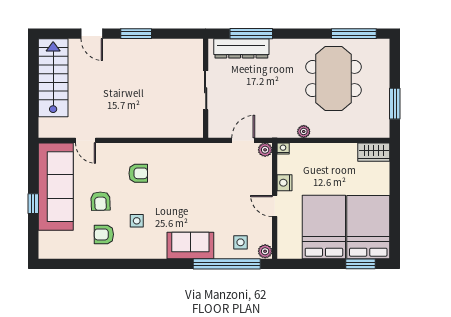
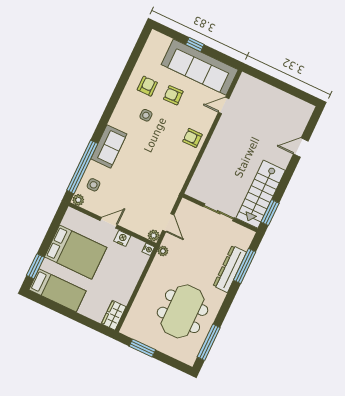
window: (136, 34) -> (270, 213), moved
dresser: (241, 48) -> (230, 269), moved
stairs: (53, 78) -> (261, 194), moved, turned 90
meeting table: (334, 79) -> (182, 311), turned 90
plant: (304, 131) -> (163, 251), moved
armchair: (138, 173) -> (192, 138), moved, turned 90
bed: (368, 227) -> (58, 290), width x0.67

